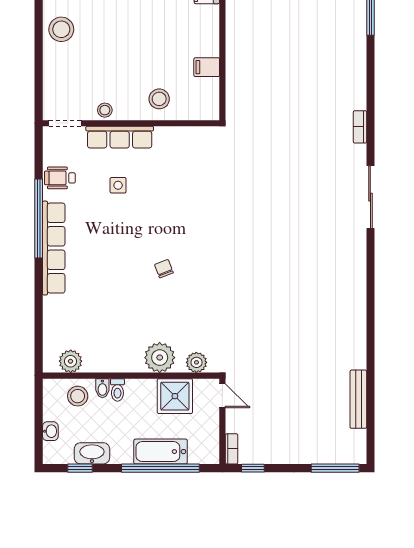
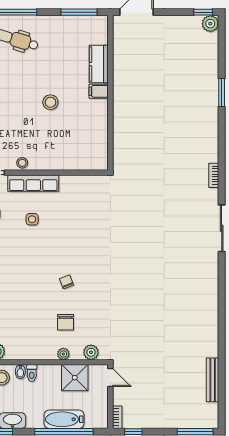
filing cabinet: (207, 67) -> (99, 91), moved
stool: (159, 99) -> (50, 102), moved
chair: (163, 322) -> (66, 322), added
plant: (160, 358) -> (63, 354), width x0.53, depth x0.53

